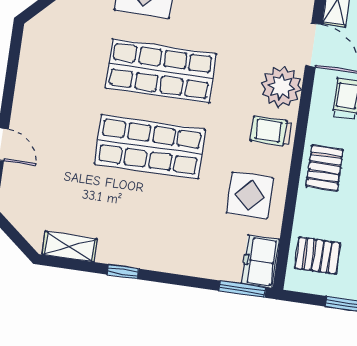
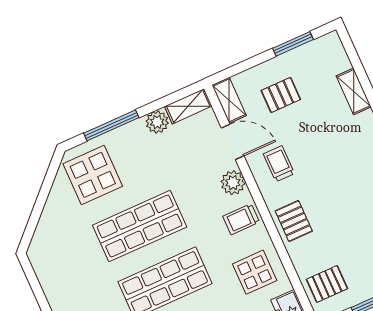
plant: (281, 87) -> (233, 183), width x0.73, depth x0.73

